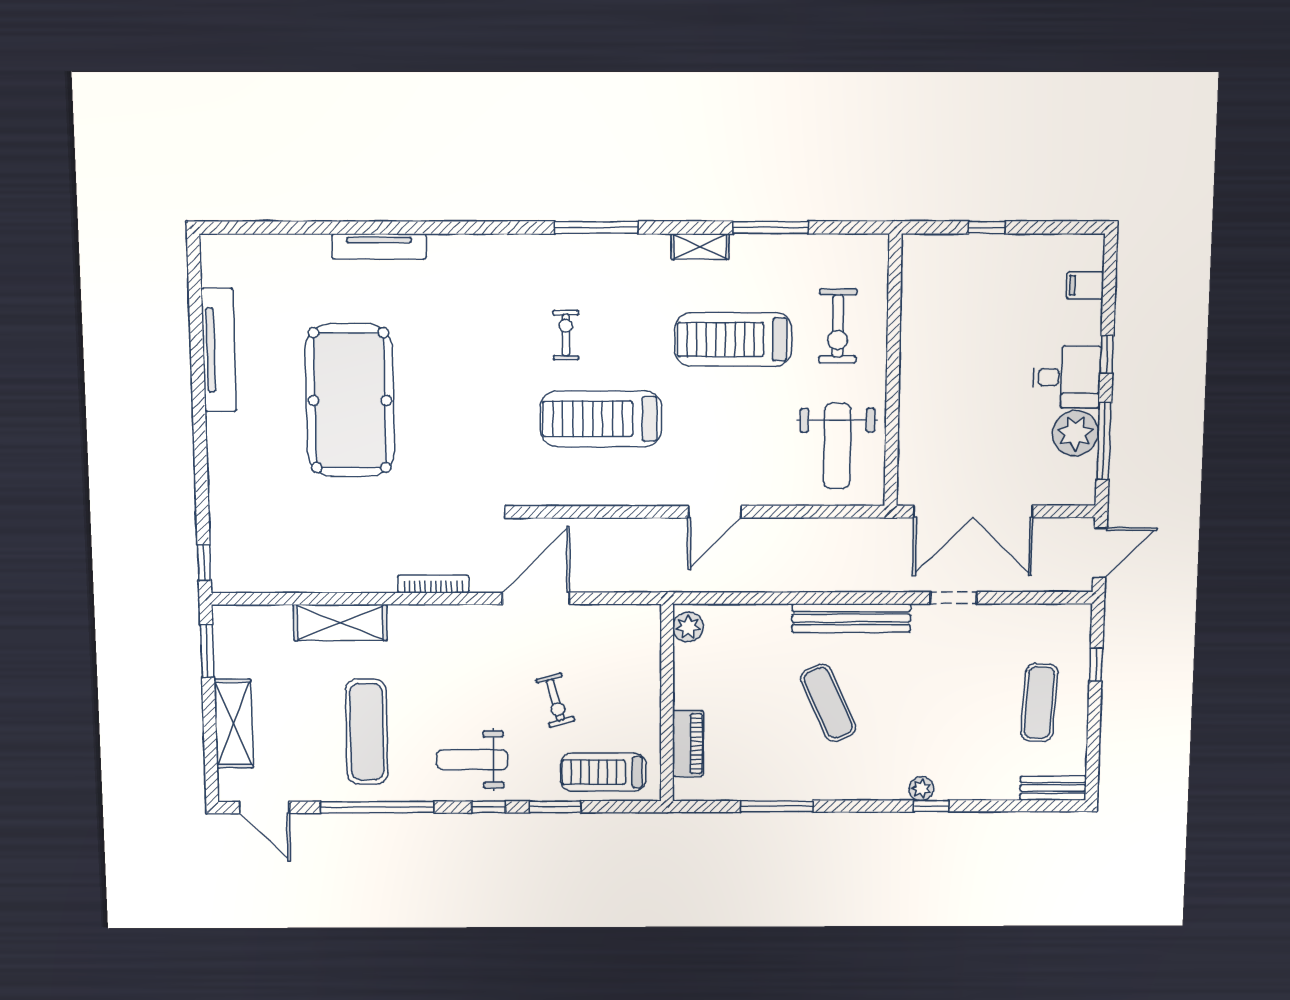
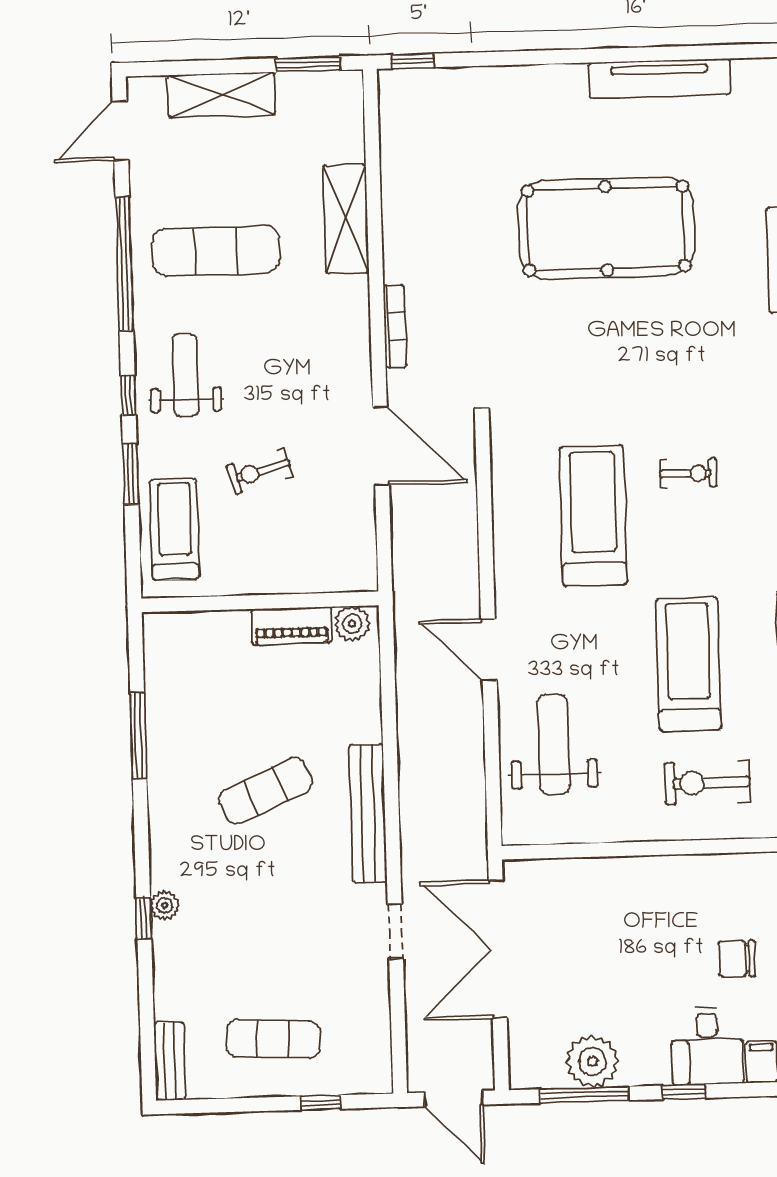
chair: (993, 304) -> (737, 959), added
desk: (1067, 377) -> (707, 1046), moved
weight bench: (837, 446) -> (554, 744), moved, turned 90
piano: (688, 744) -> (291, 626), moved

